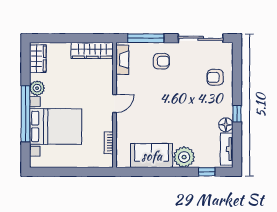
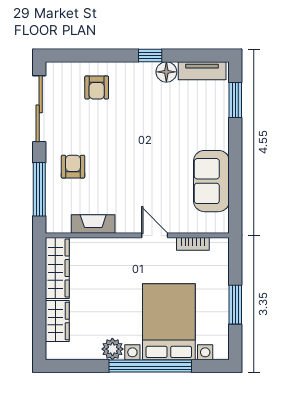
wardrobe: (38, 59) -> (57, 321), moved, turned 90
fireplace: (122, 60) -> (93, 224), moved
door: (115, 104) -> (155, 235), moved
plant: (184, 157) -> (214, 133), removed
window: (67, 172) -> (235, 305), added
window: (207, 172) -> (235, 100), width x1.50

